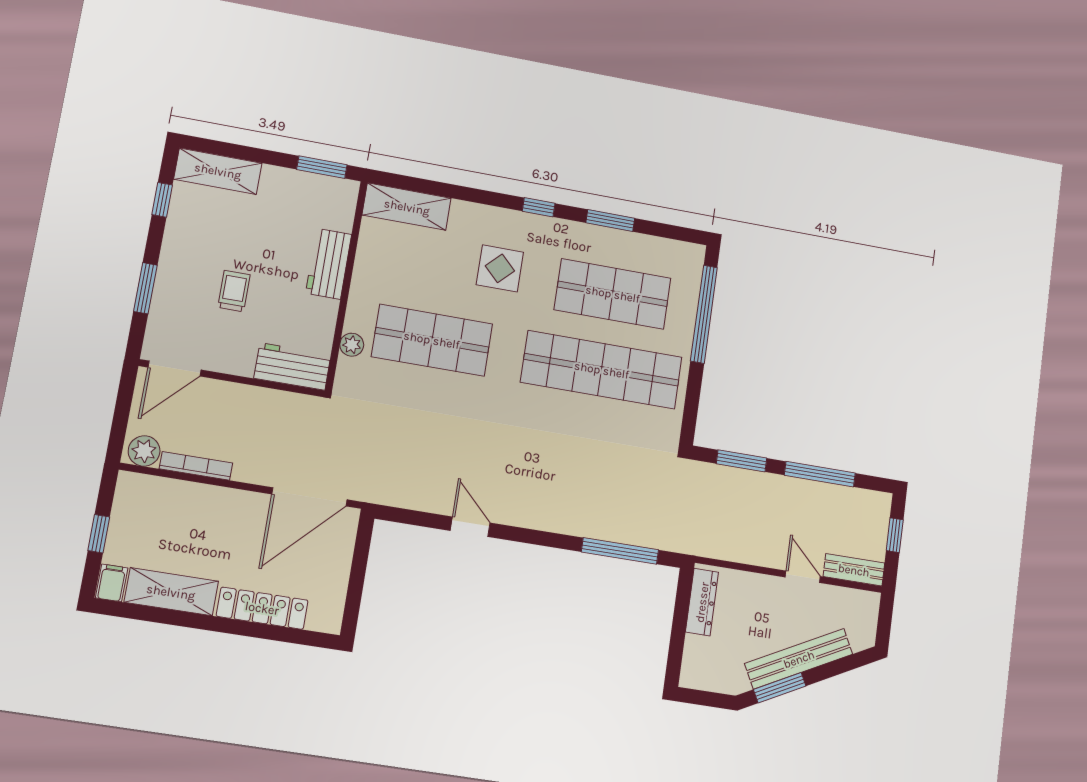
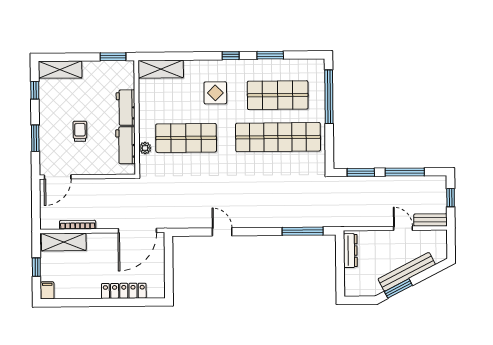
workbench: (292, 367) -> (126, 145), moved, turned -90
plant: (144, 451) -> (51, 222), removed
shelving: (171, 592) -> (64, 242), moved

